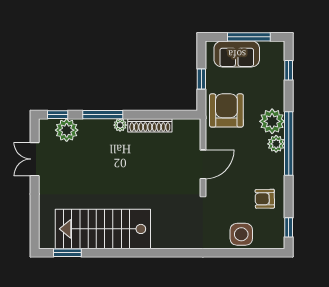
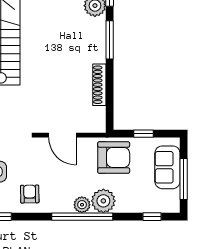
plant: (120, 125) -> (100, 56), removed

